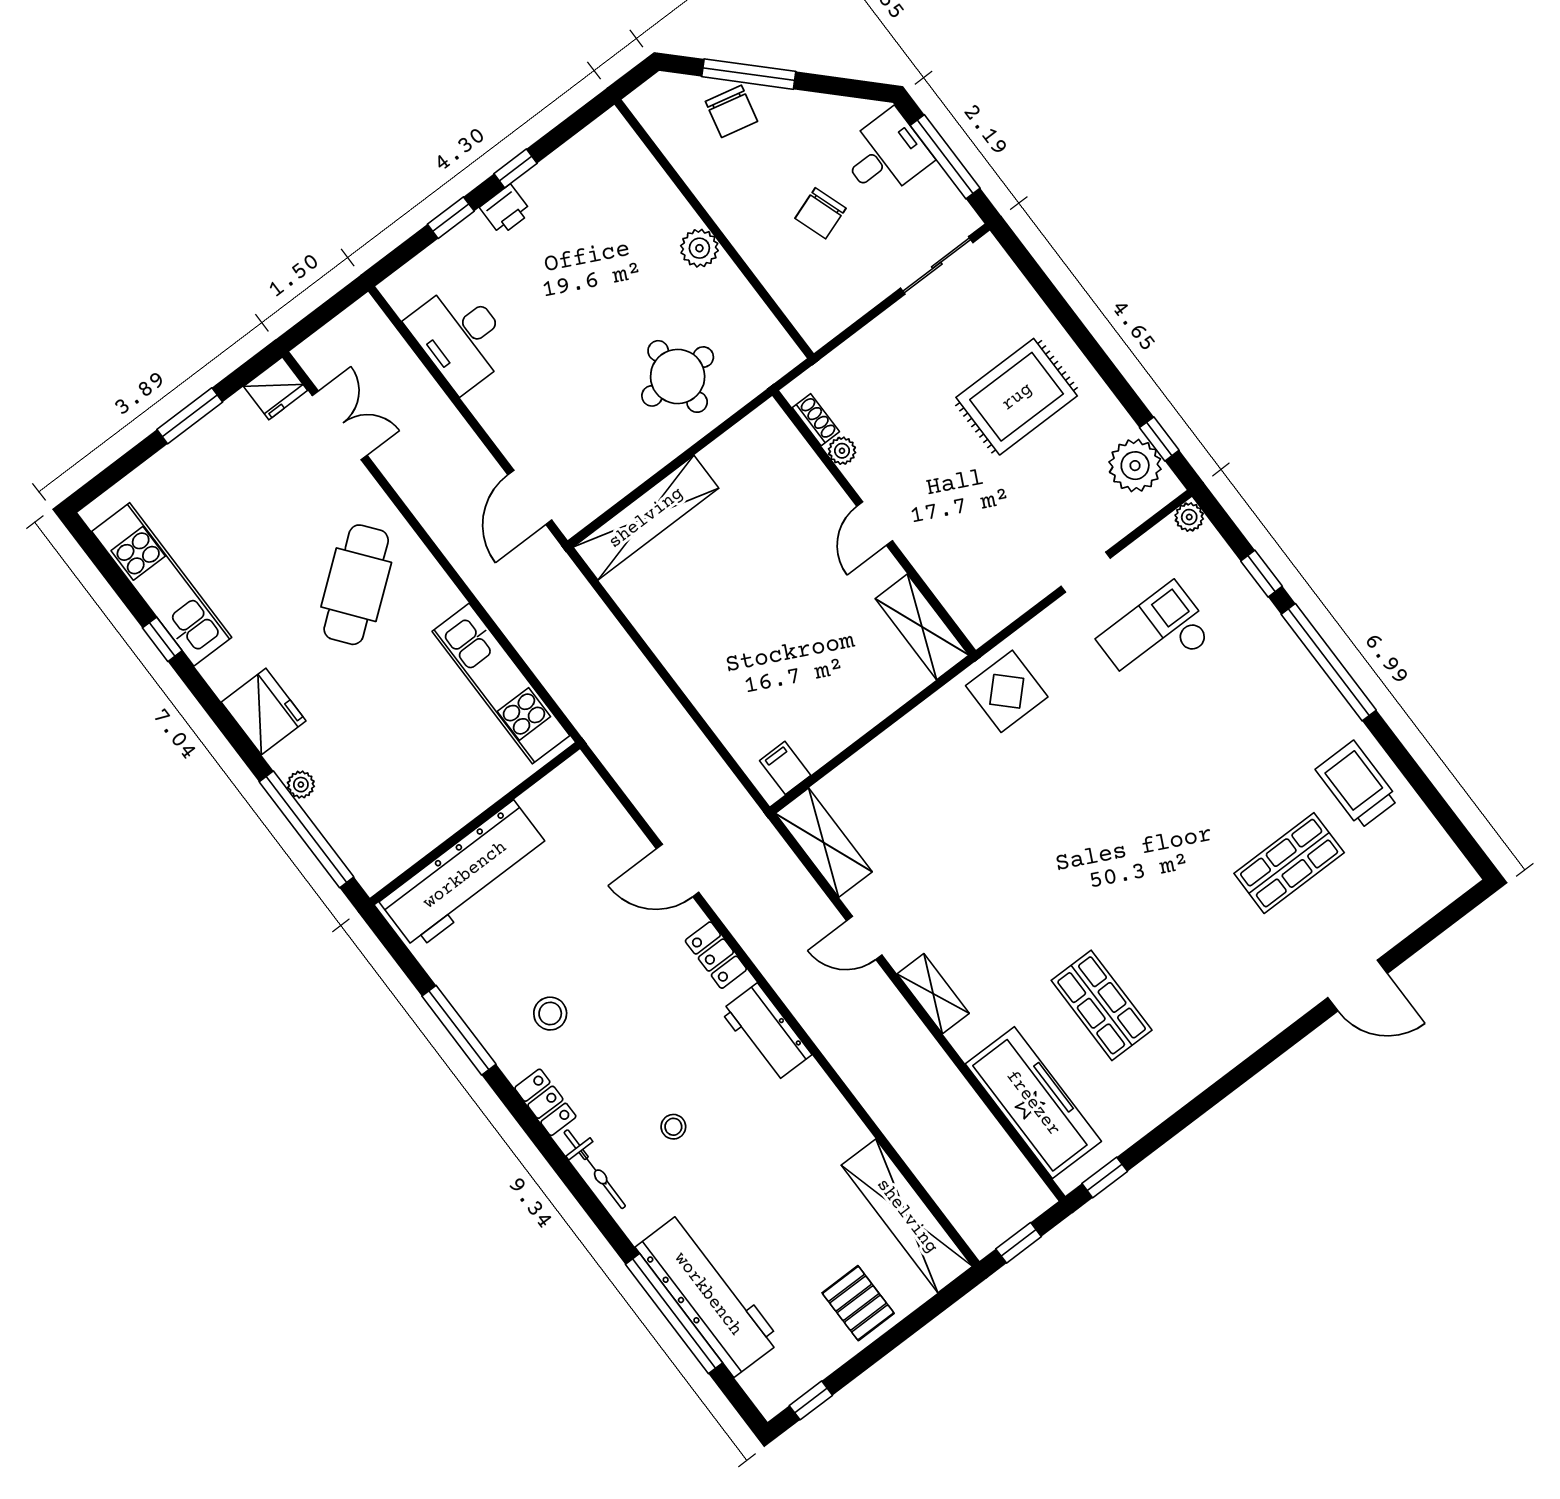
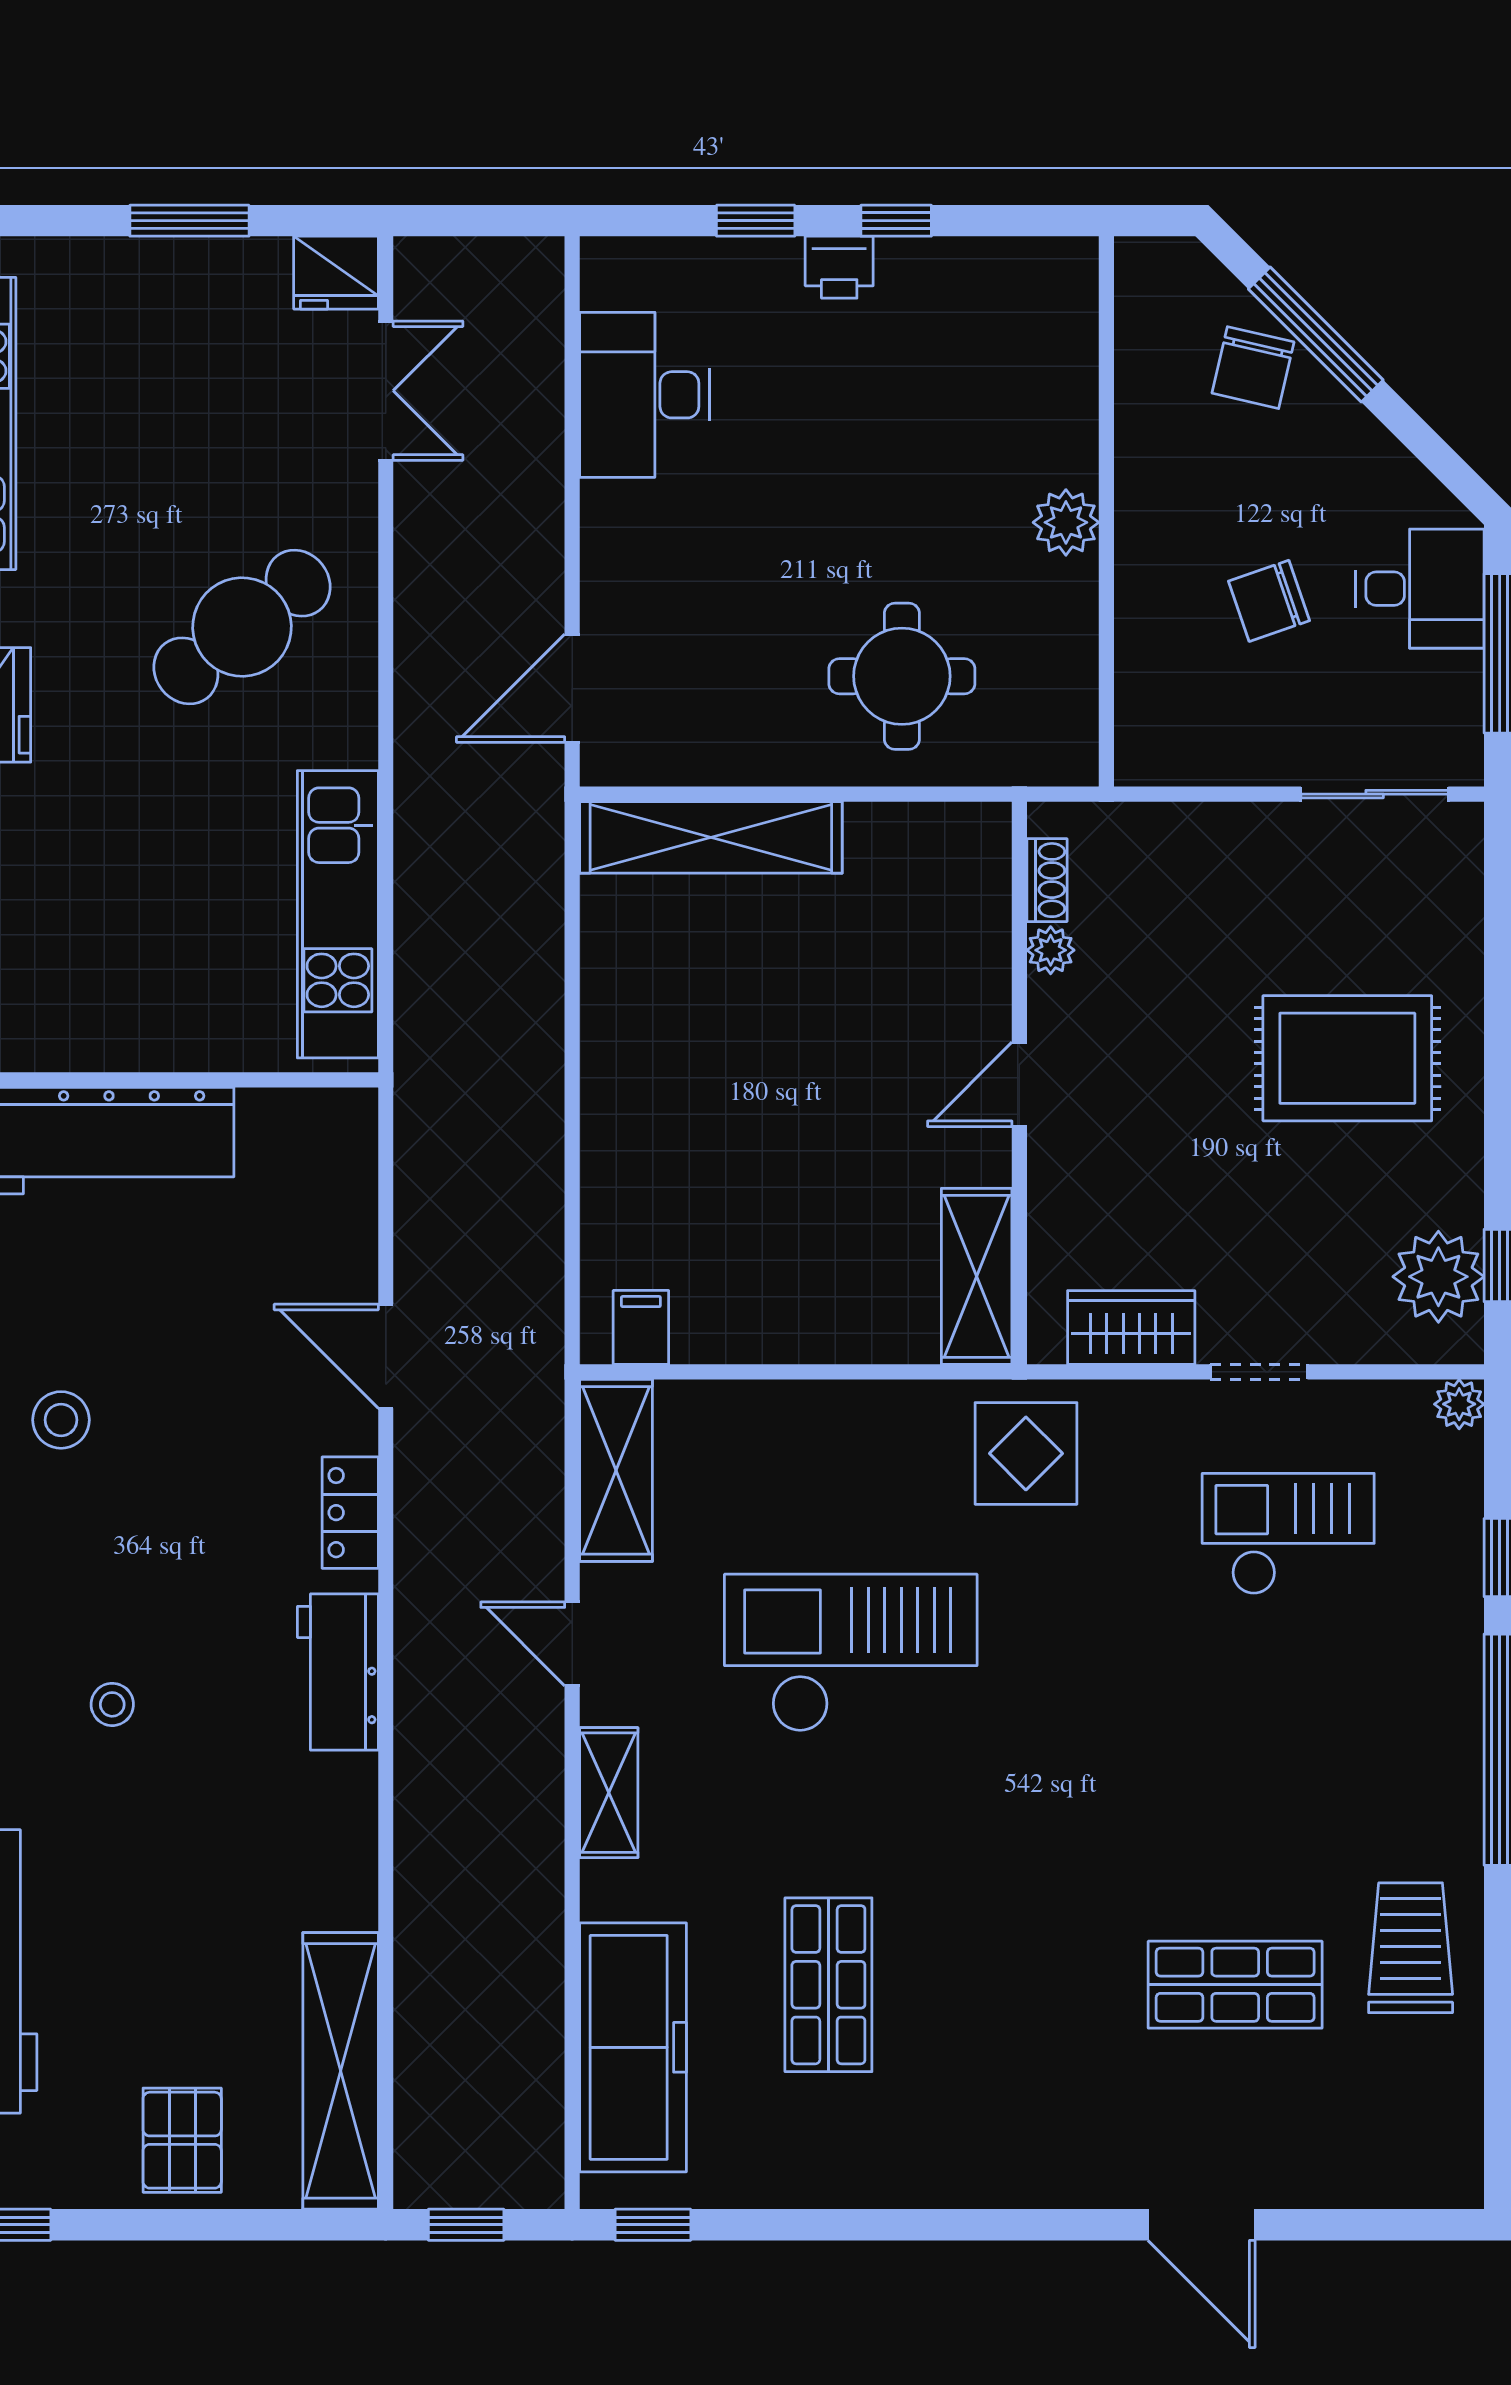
wardrobe: (1011, 596) -> (1131, 1327), added
checkout: (996, 845) -> (851, 1653), added

